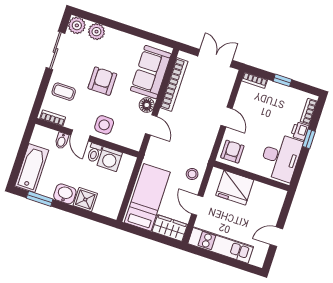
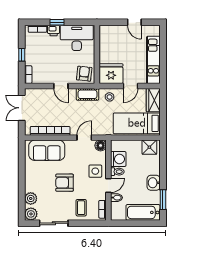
floor lamp: (147, 105) -> (101, 145), moved
door: (226, 117) -> (61, 86), swing flipped
cot: (205, 147) -> (87, 94), added
armchair: (232, 152) -> (84, 74), turned 96
fridge: (235, 188) -> (111, 74), moved, turned -90
shower: (85, 200) -> (149, 147), moved

